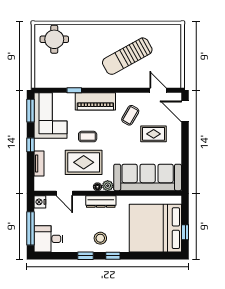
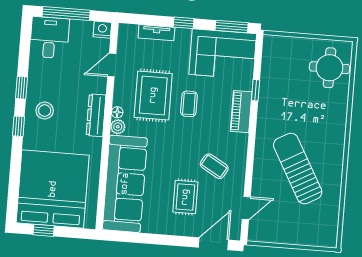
piano: (95, 101) -> (241, 112), width x0.73, depth x0.75

